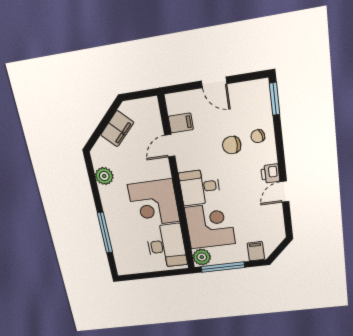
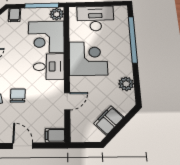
filing cabinet: (181, 123) -> (55, 135), moved
chair: (232, 145) -> (18, 96), turned -90
window: (105, 233) -> (133, 39), width x1.46
desk: (166, 246) -> (95, 18), moved, turned 90

